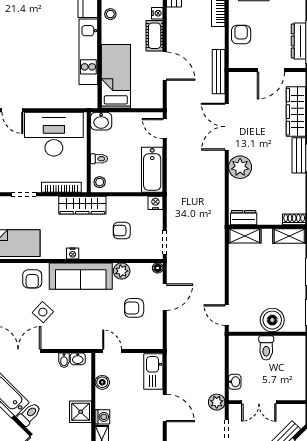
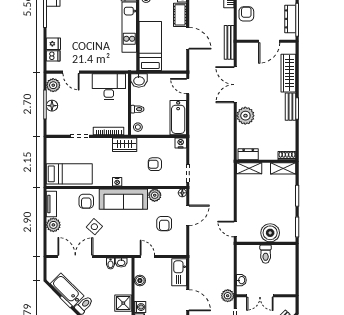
desk: (54, 134) -> (109, 86), width x0.73, depth x0.77
wardrobe: (82, 205) -> (125, 145), width x0.67
armchair: (134, 308) -> (164, 224), turned -90

